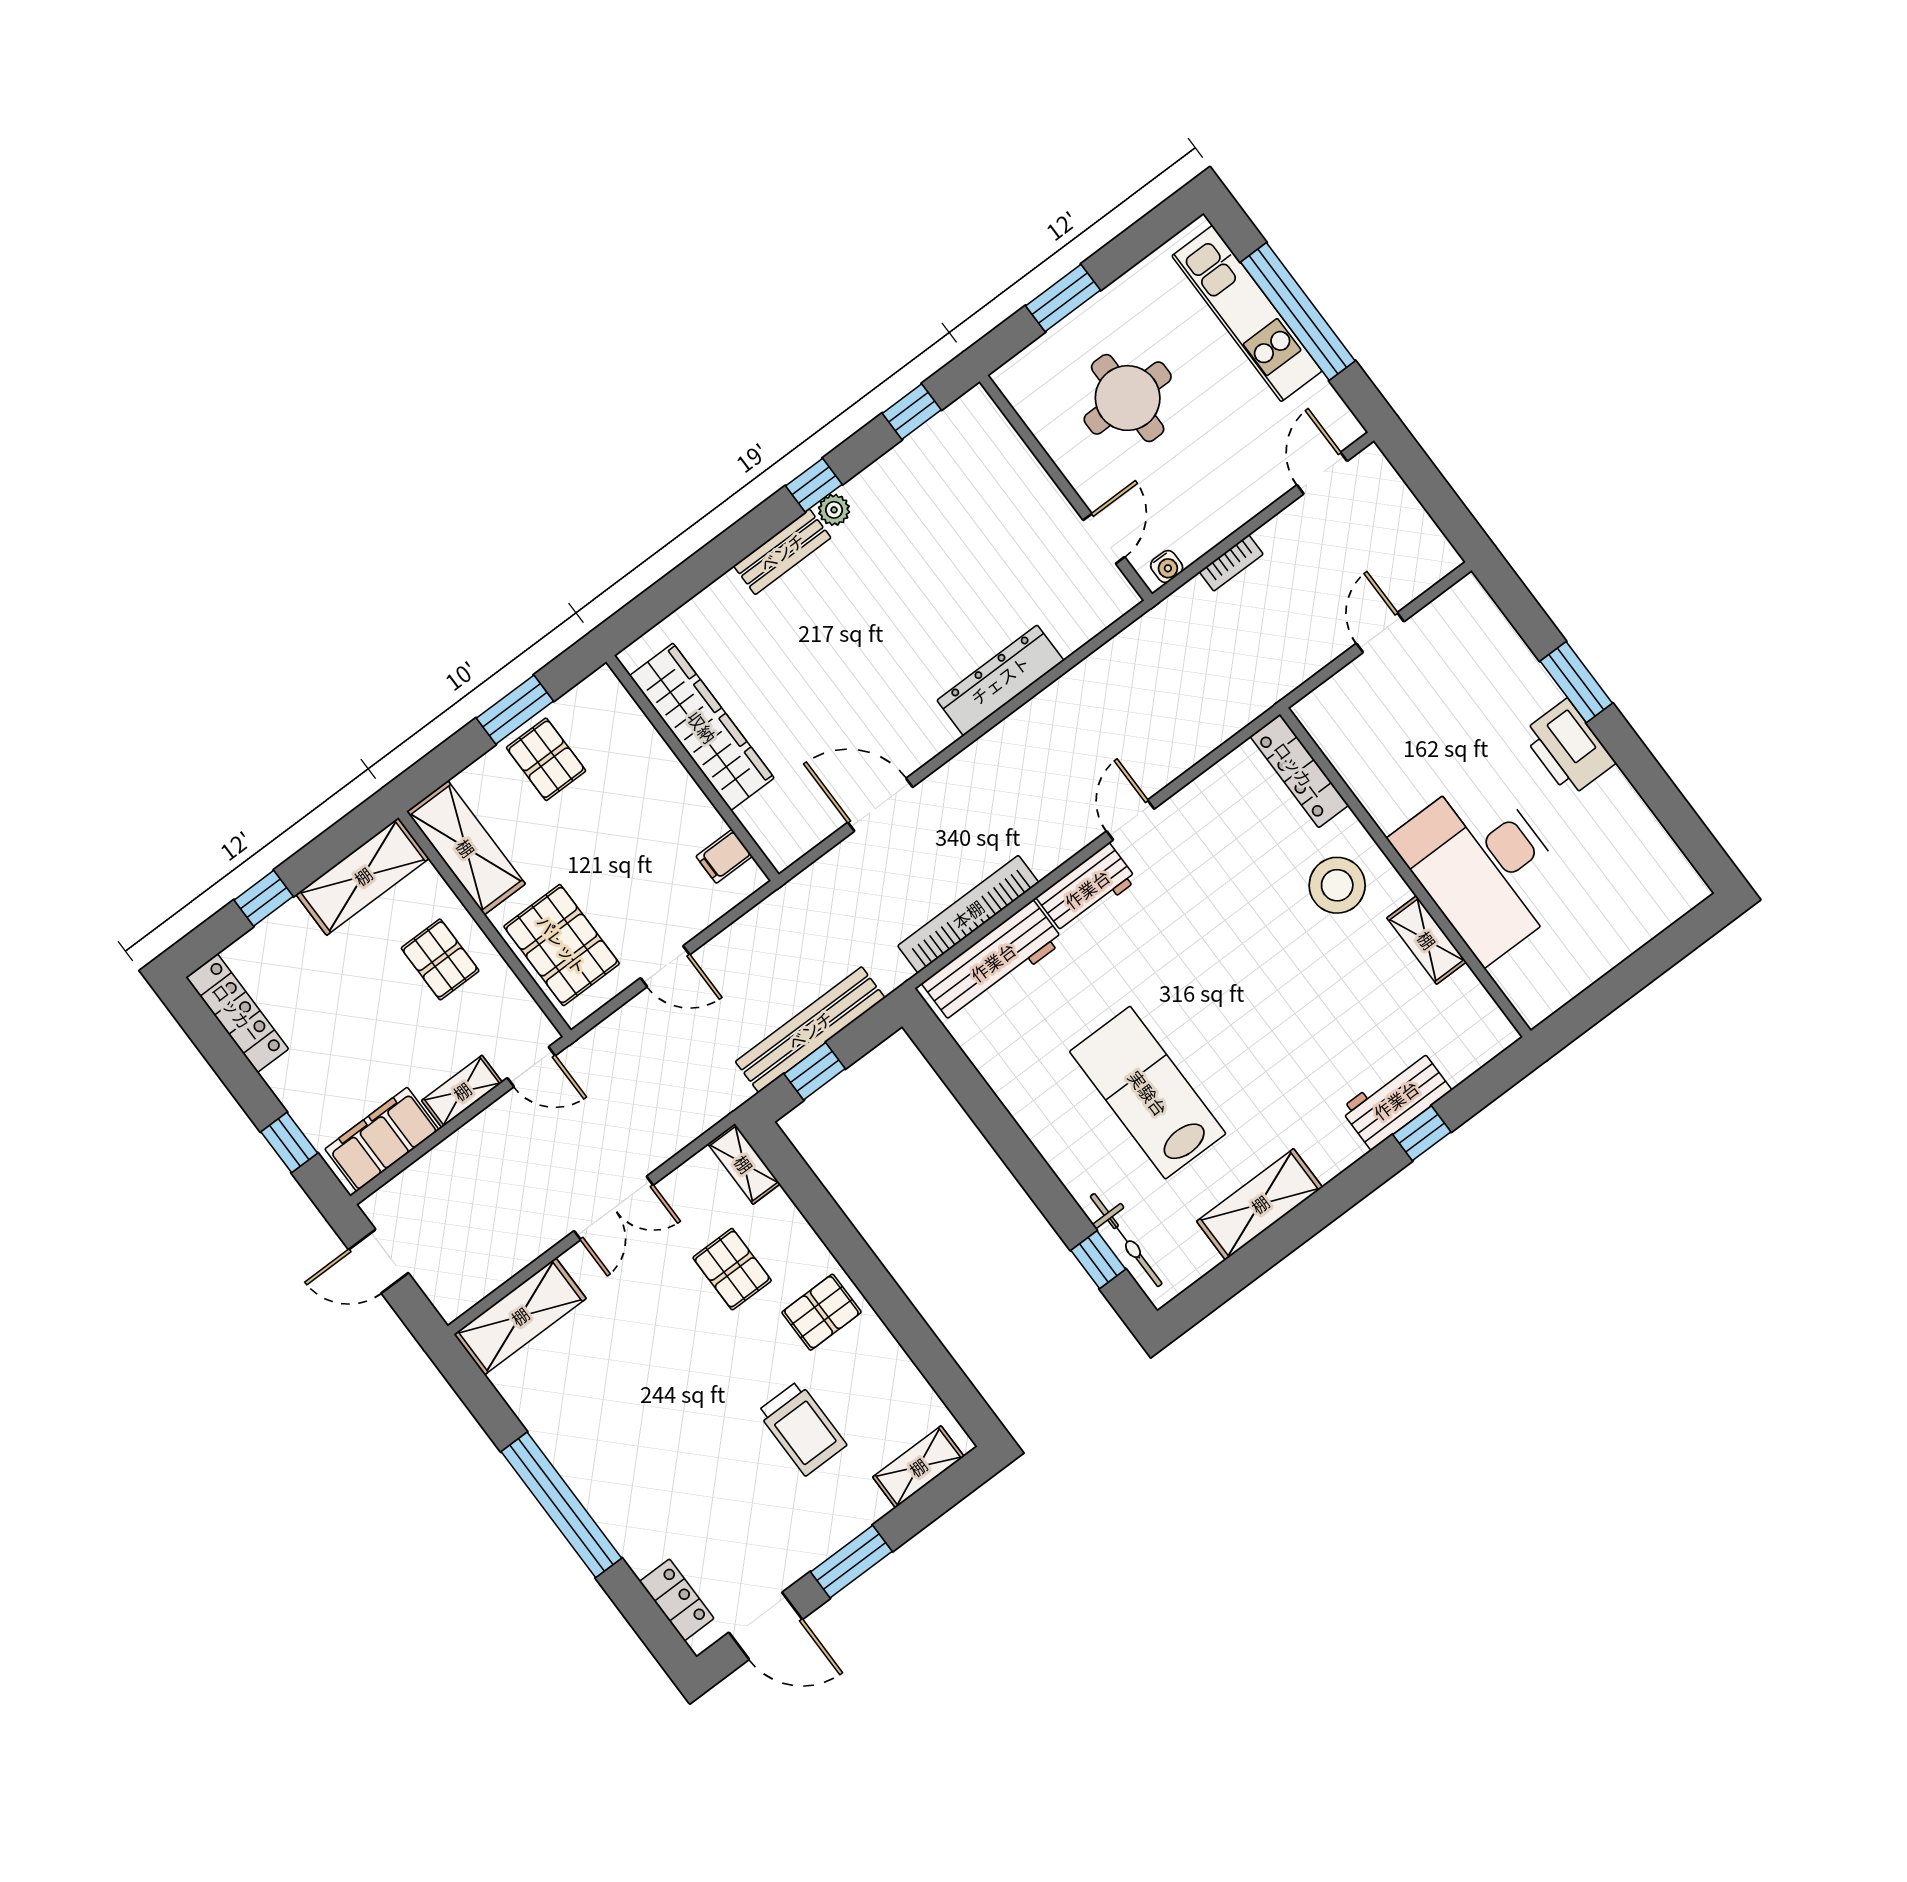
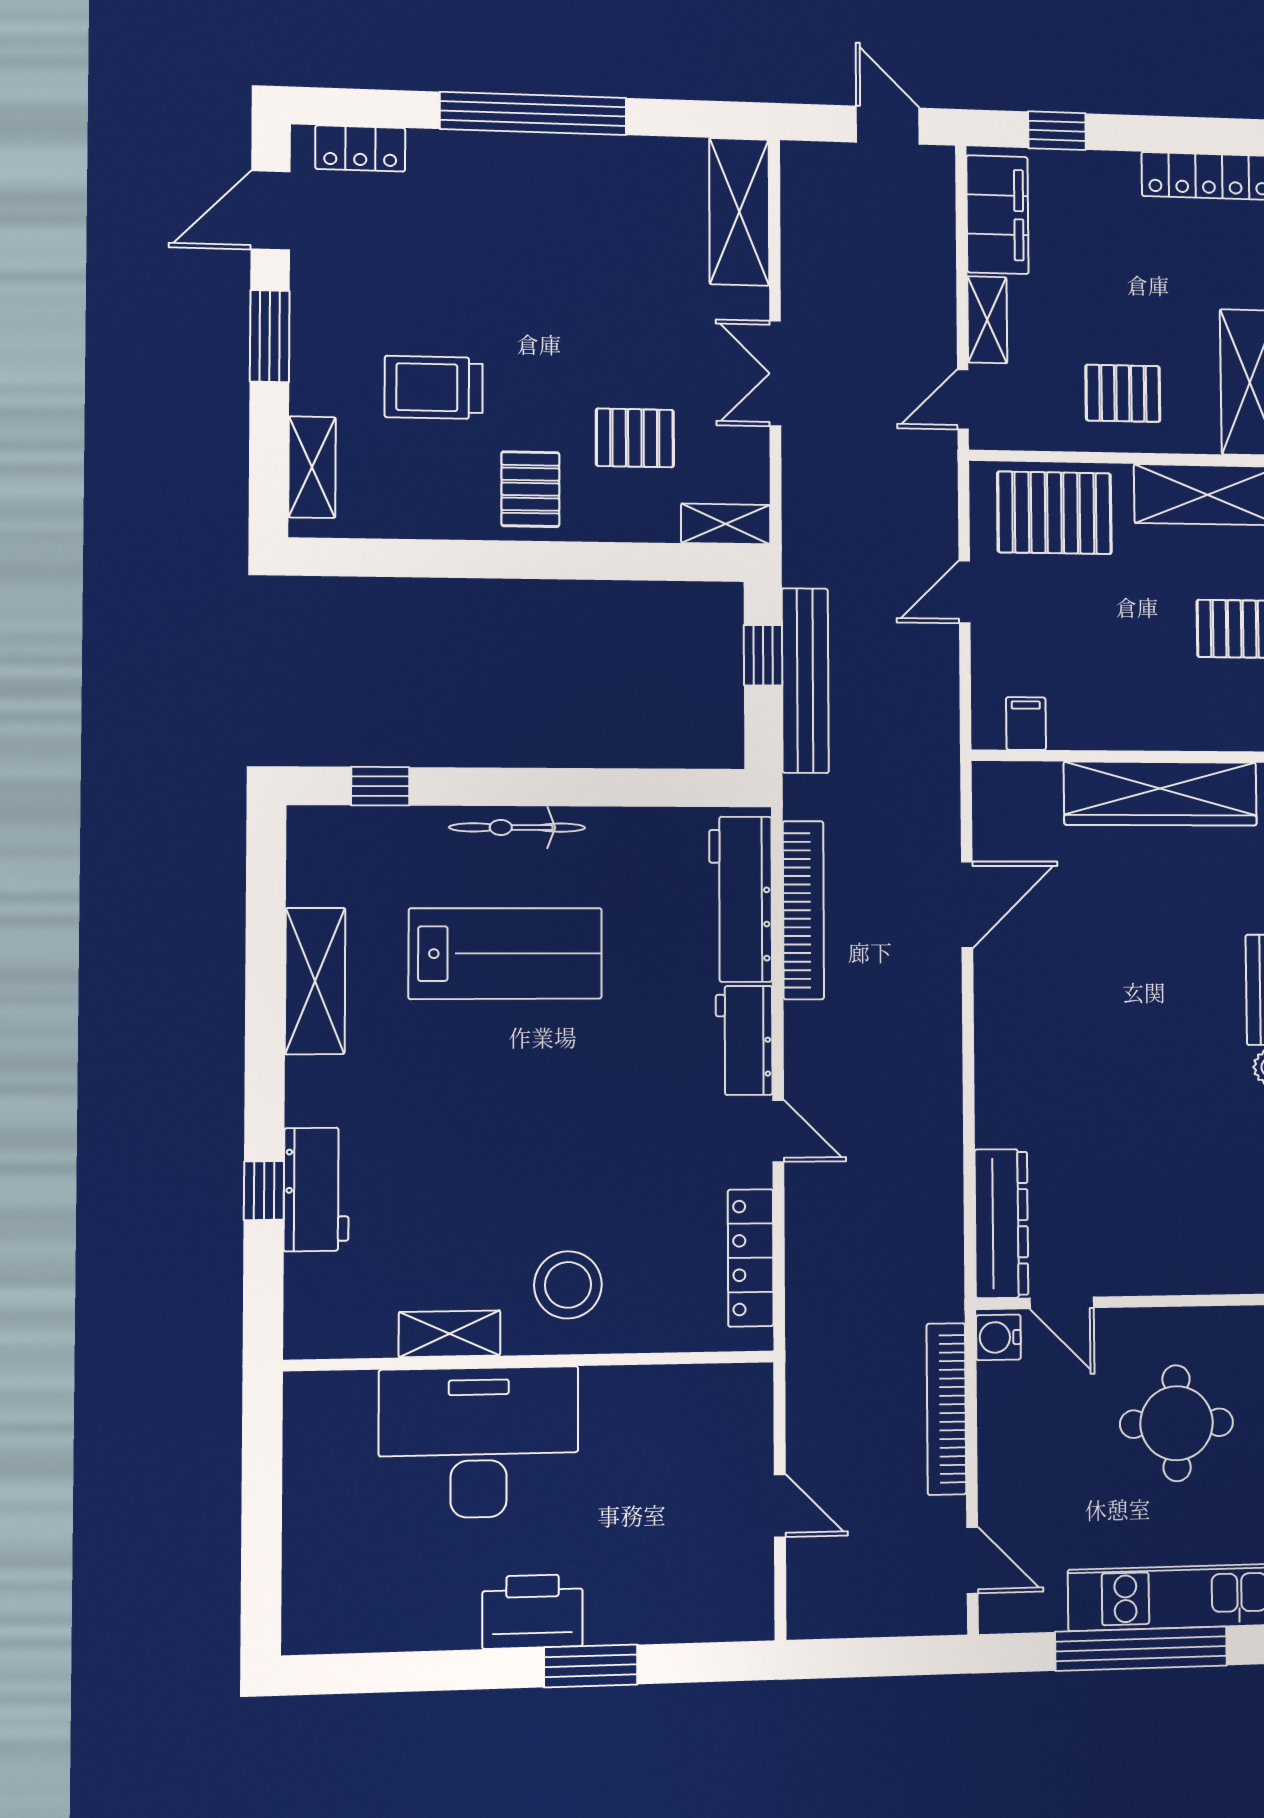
bookcase: (1231, 563) -> (946, 1409), width x2.31, depth x1.31
water cooler: (1167, 567) -> (998, 1337), width x1.38, depth x1.38
dresser: (1000, 680) -> (1001, 1223), moved
locker: (1299, 771) -> (751, 1258), moved, turned -90
bicycle: (1126, 1240) -> (517, 828), moved
door: (378, 1261) -> (888, 125), hinge flipped

